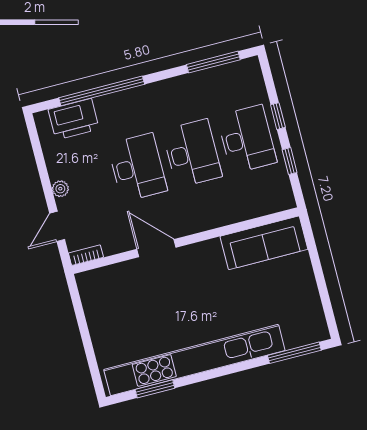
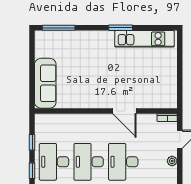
sofa: (264, 243) -> (45, 83), moved, turned 90
kitchen unit: (194, 360) -> (144, 39), width x0.54
window: (155, 389) -> (121, 28), moved

